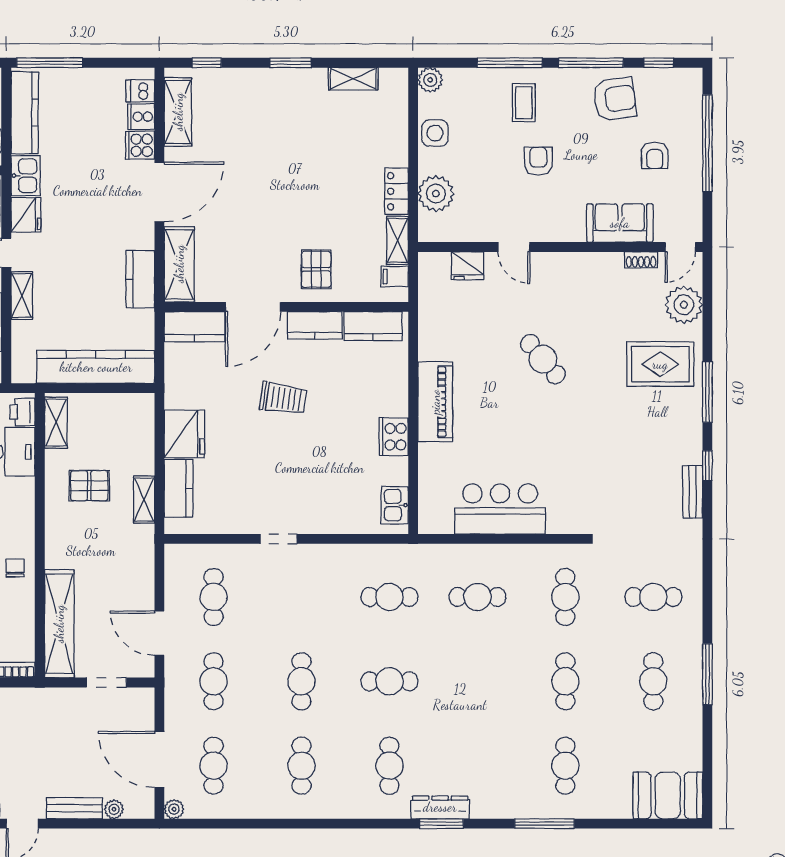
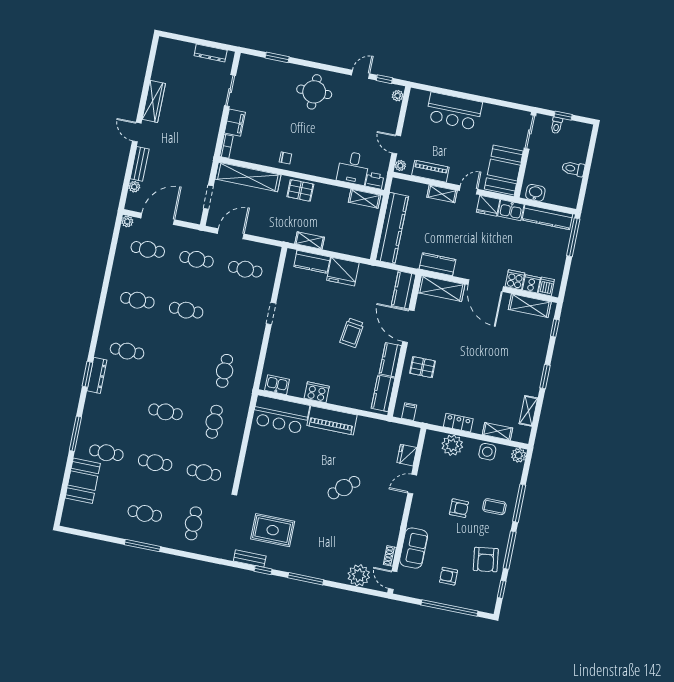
shelving: (398, 240) -> (498, 431), moved
rug: (660, 364) -> (273, 530), moved, turned 90
pallet: (89, 486) -> (300, 190), moved, turned 90
bar counter: (500, 509) -> (281, 415), moved, turned 90
cafe table: (389, 681) -> (165, 412), moved, turned 90
booth: (668, 796) -> (83, 481), moved

